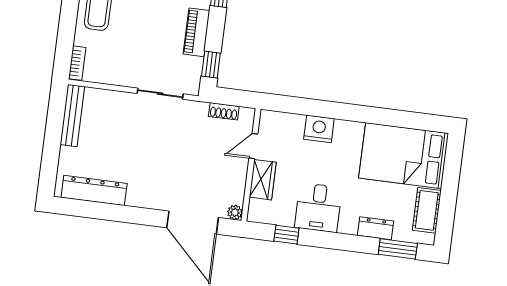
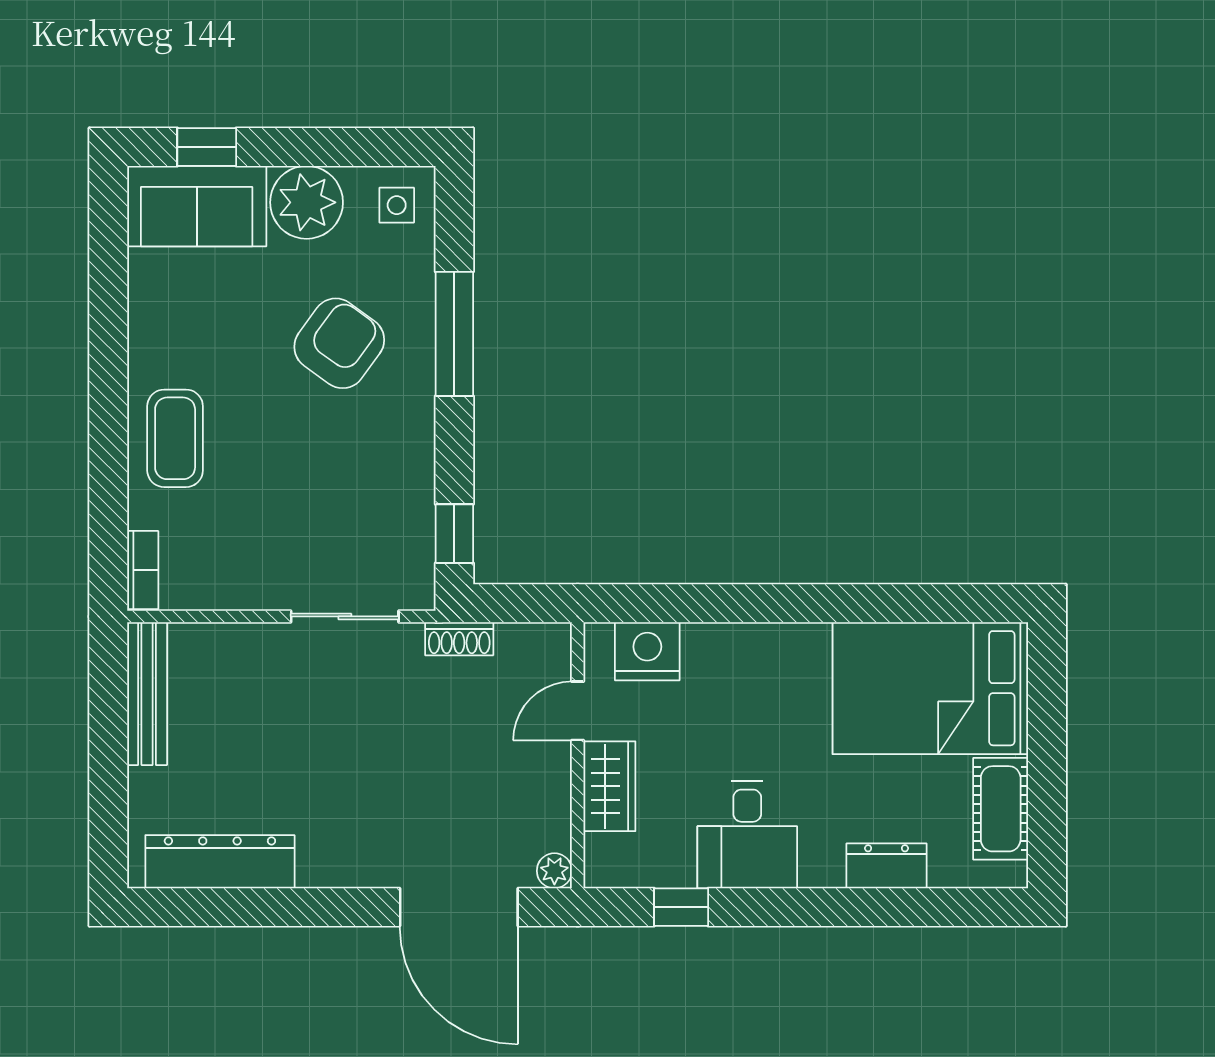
piano: (196, 32) -> (411, 463), removed
shoe rack: (224, 111) -> (459, 639), moved
nightstand: (319, 129) -> (647, 651), moved
window: (398, 249) -> (945, 907), removed

